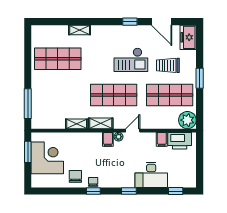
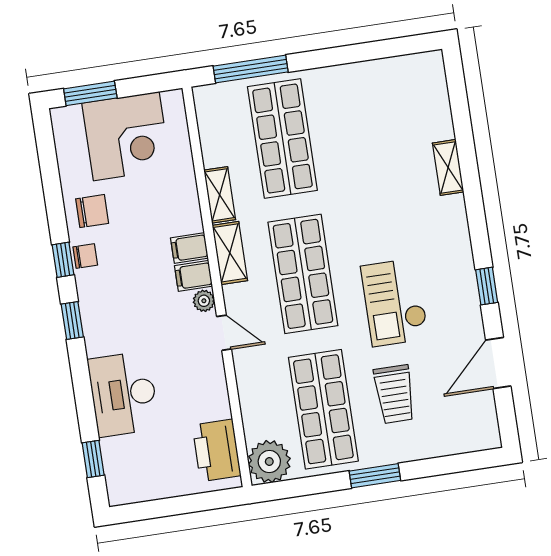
freezer: (188, 37) -> (470, 433), removed
shop shelf: (58, 59) -> (282, 138), moved
trolley: (168, 65) -> (394, 394), turned 180
filing cabinet: (162, 139) -> (189, 248), moved
window: (28, 152) -> (90, 93), moved
window: (129, 191) -> (72, 320), moved

